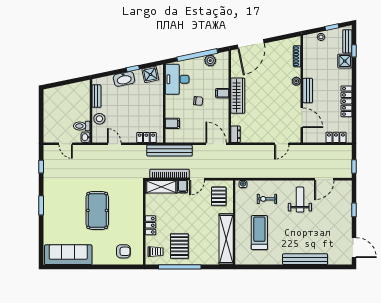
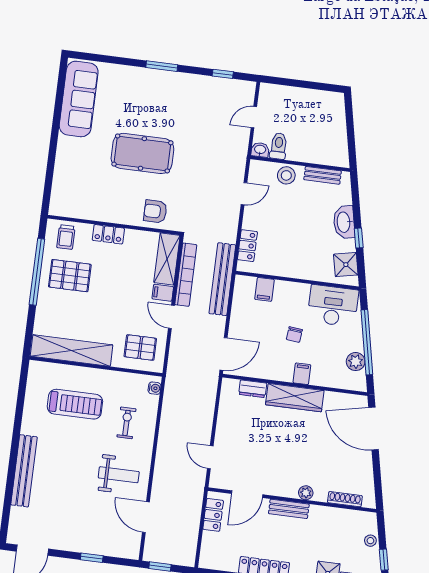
dresser: (236, 134) -> (253, 389), moved
locker: (336, 137) -> (213, 515), moved
armchair: (123, 251) -> (155, 211), moved, turned 90

